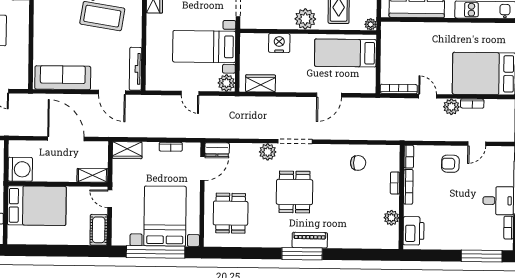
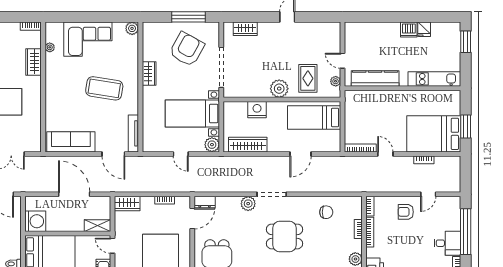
plant: (371, 24) -> (336, 81), moved
wardrobe: (260, 83) -> (248, 145), width x1.50
plant: (451, 107) -> (406, 163), removed
dining table: (294, 192) -> (284, 236), moved, turned 90

